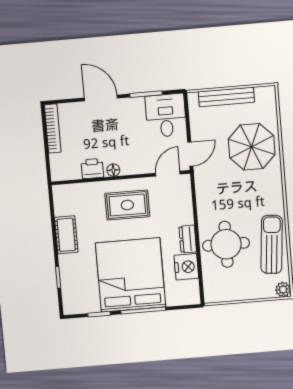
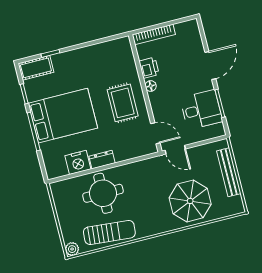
desk: (166, 115) -> (201, 110), moved
bookcase: (53, 128) -> (154, 35), moved
cot: (66, 235) -> (36, 68), moved
bed: (131, 275) -> (63, 116), width x0.73

